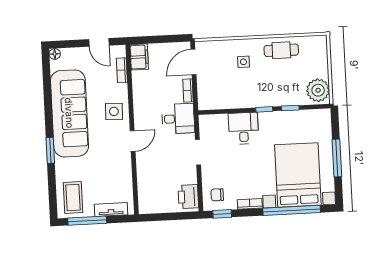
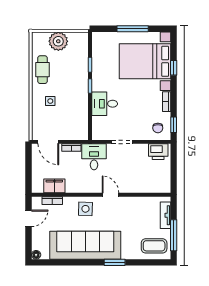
filing cabinet: (139, 57) -> (54, 186), moved
plant: (318, 90) -> (58, 41), moved
window: (292, 210) -> (174, 68), width x0.32

